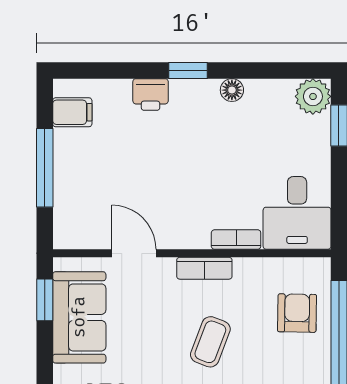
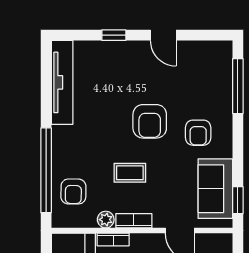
plant: (247, 270) -> (106, 220), added
coffee table: (210, 342) -> (130, 173), turned 69

